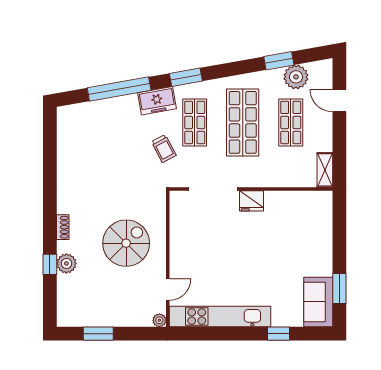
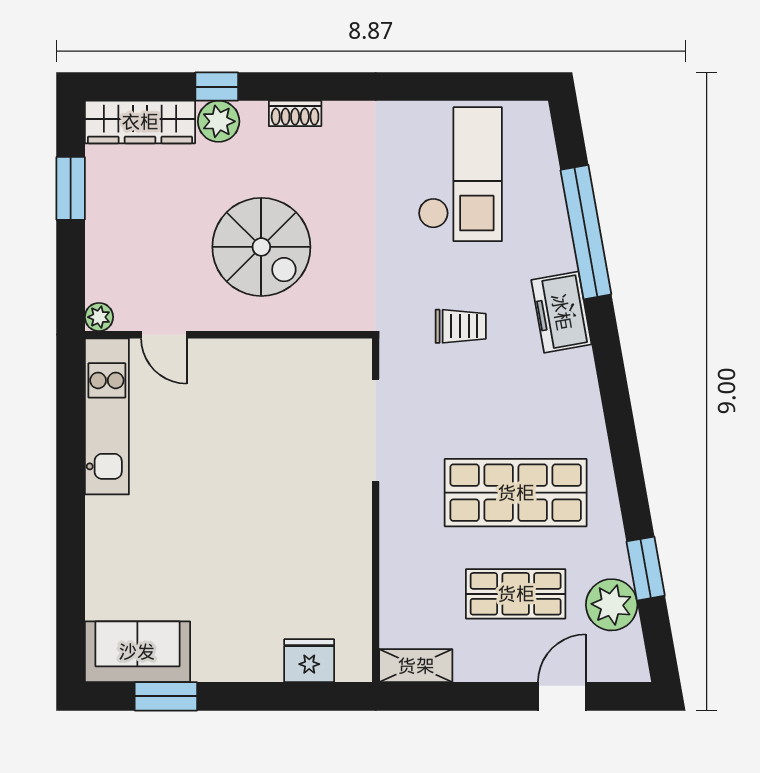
window: (186, 77) -> (611, 373), removed
shop shelf: (195, 122) -> (516, 391), removed
checkout: (92, 149) -> (460, 174), added
trolley: (164, 149) -> (461, 326), turned -152
fridge: (251, 201) -> (309, 661), moved, turned 90
wardrobe: (67, 301) -> (140, 122), added
kitchen unit: (220, 317) -> (107, 416), width x0.73
window: (279, 334) -> (71, 568), removed

